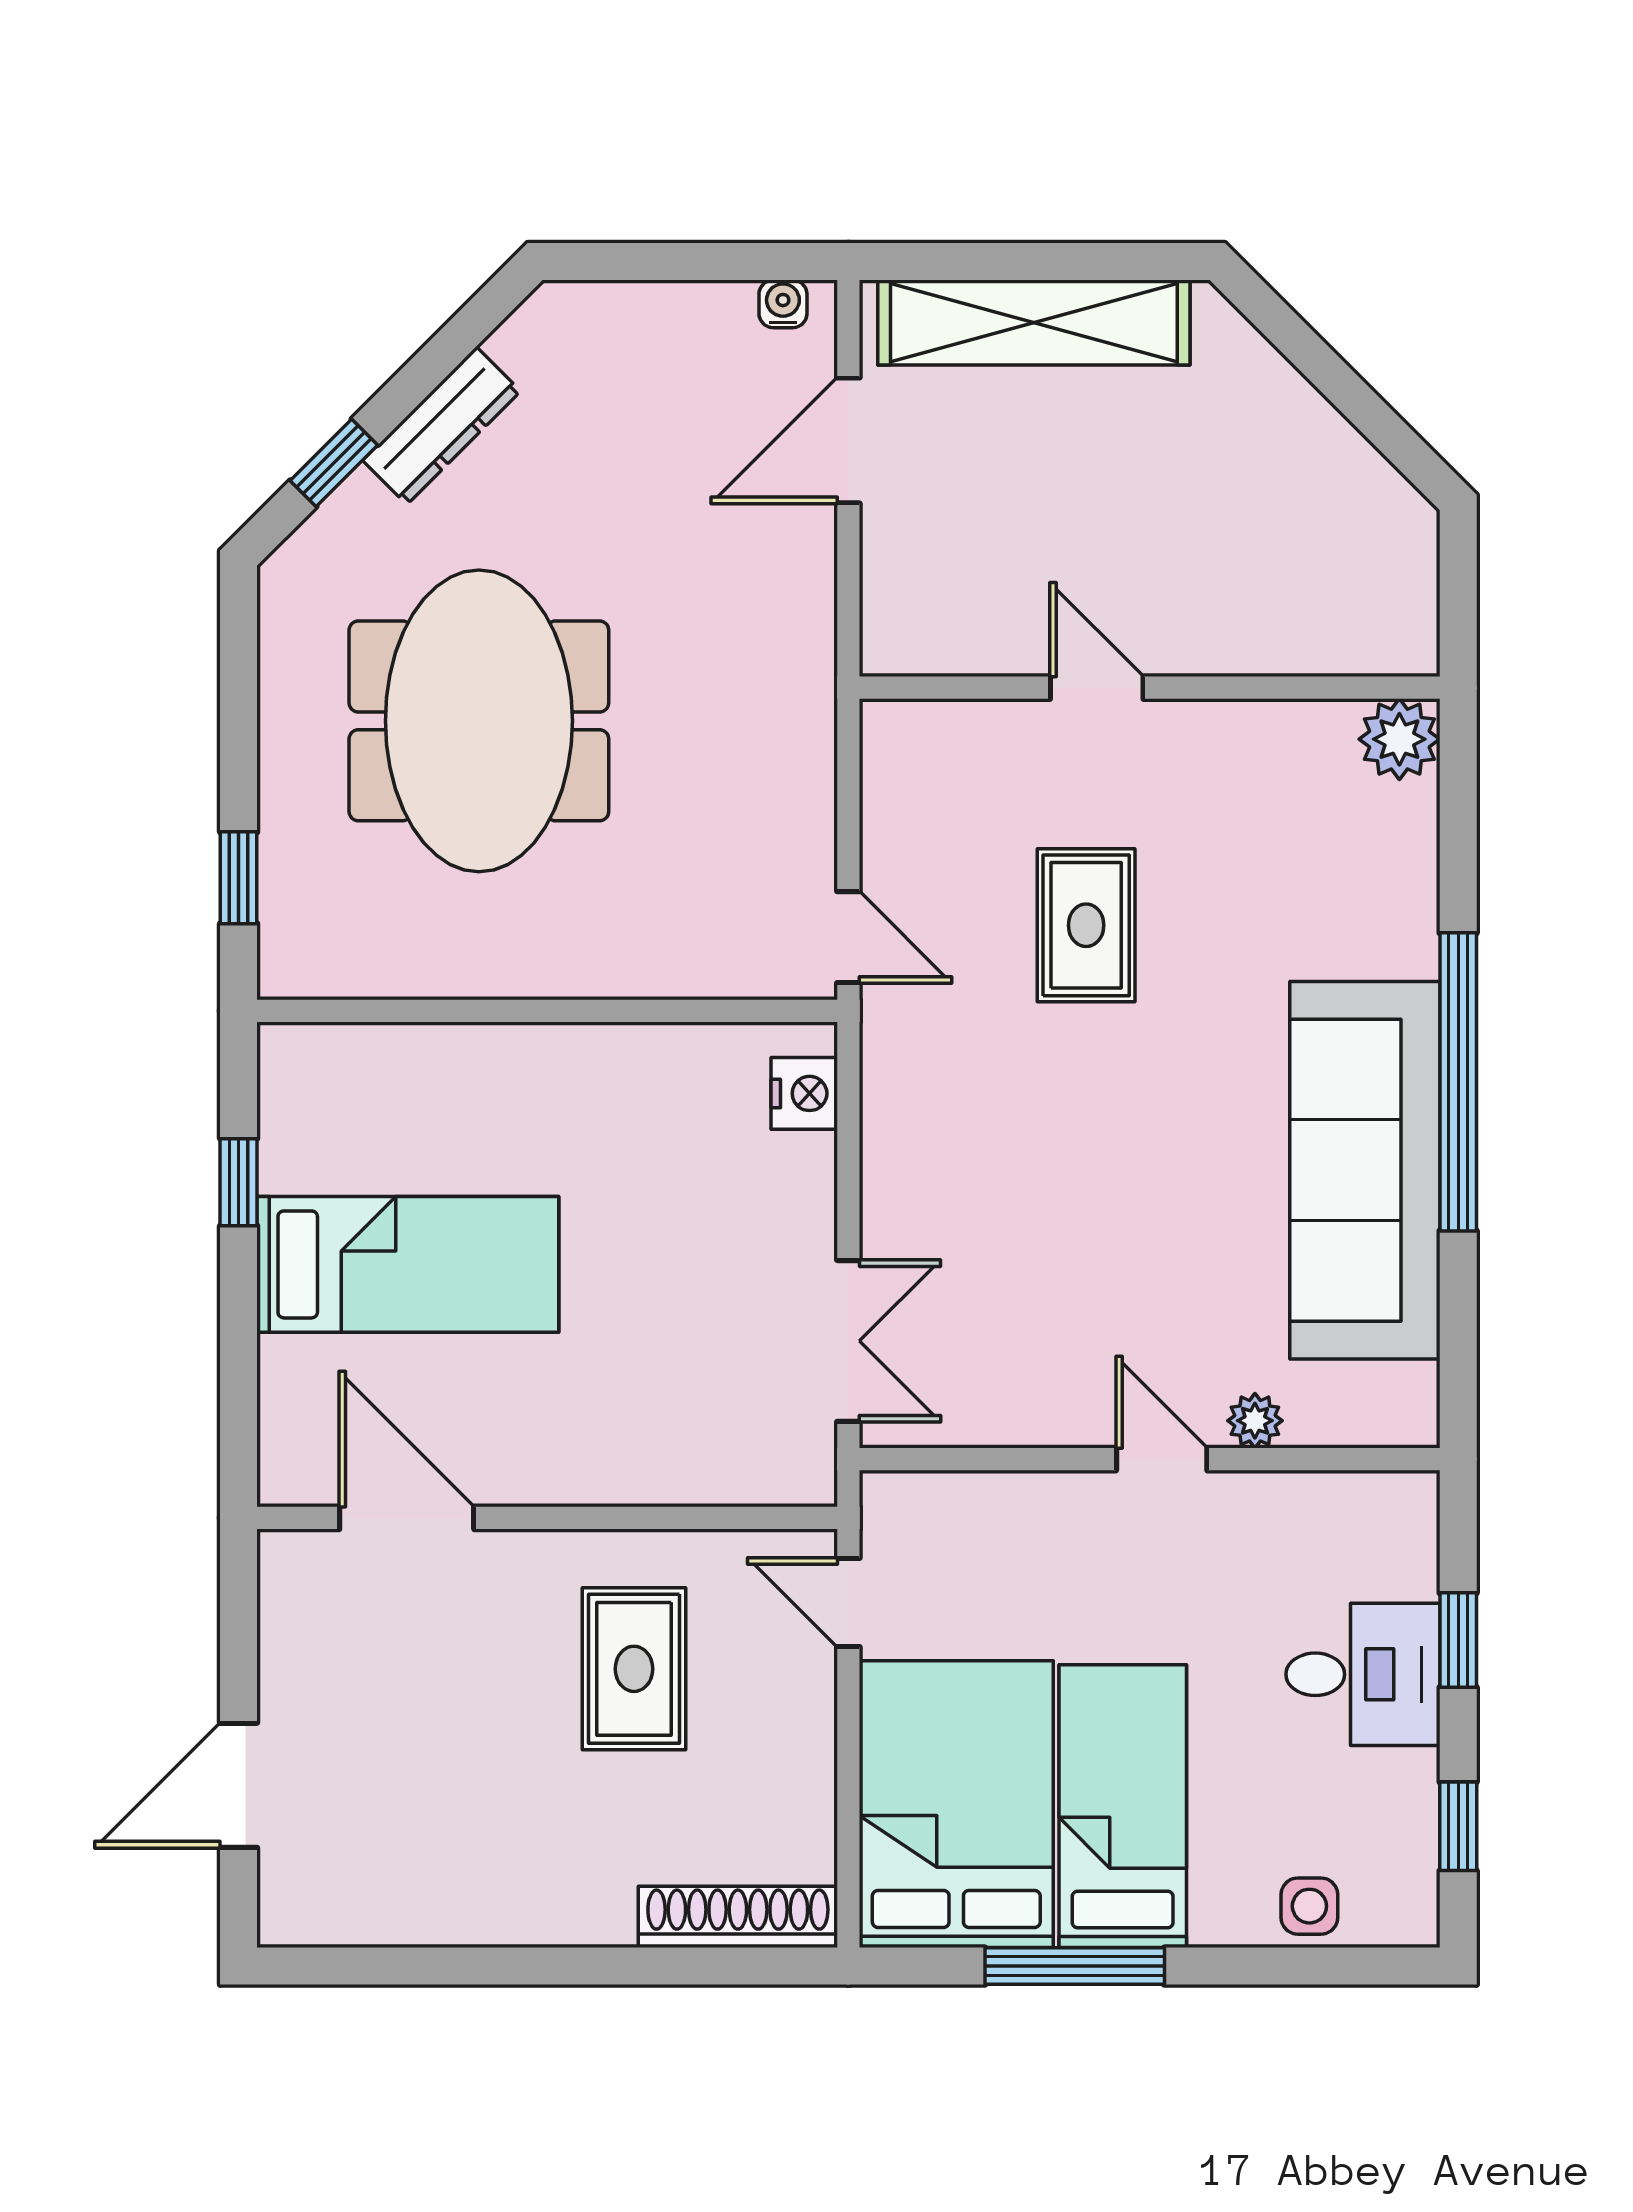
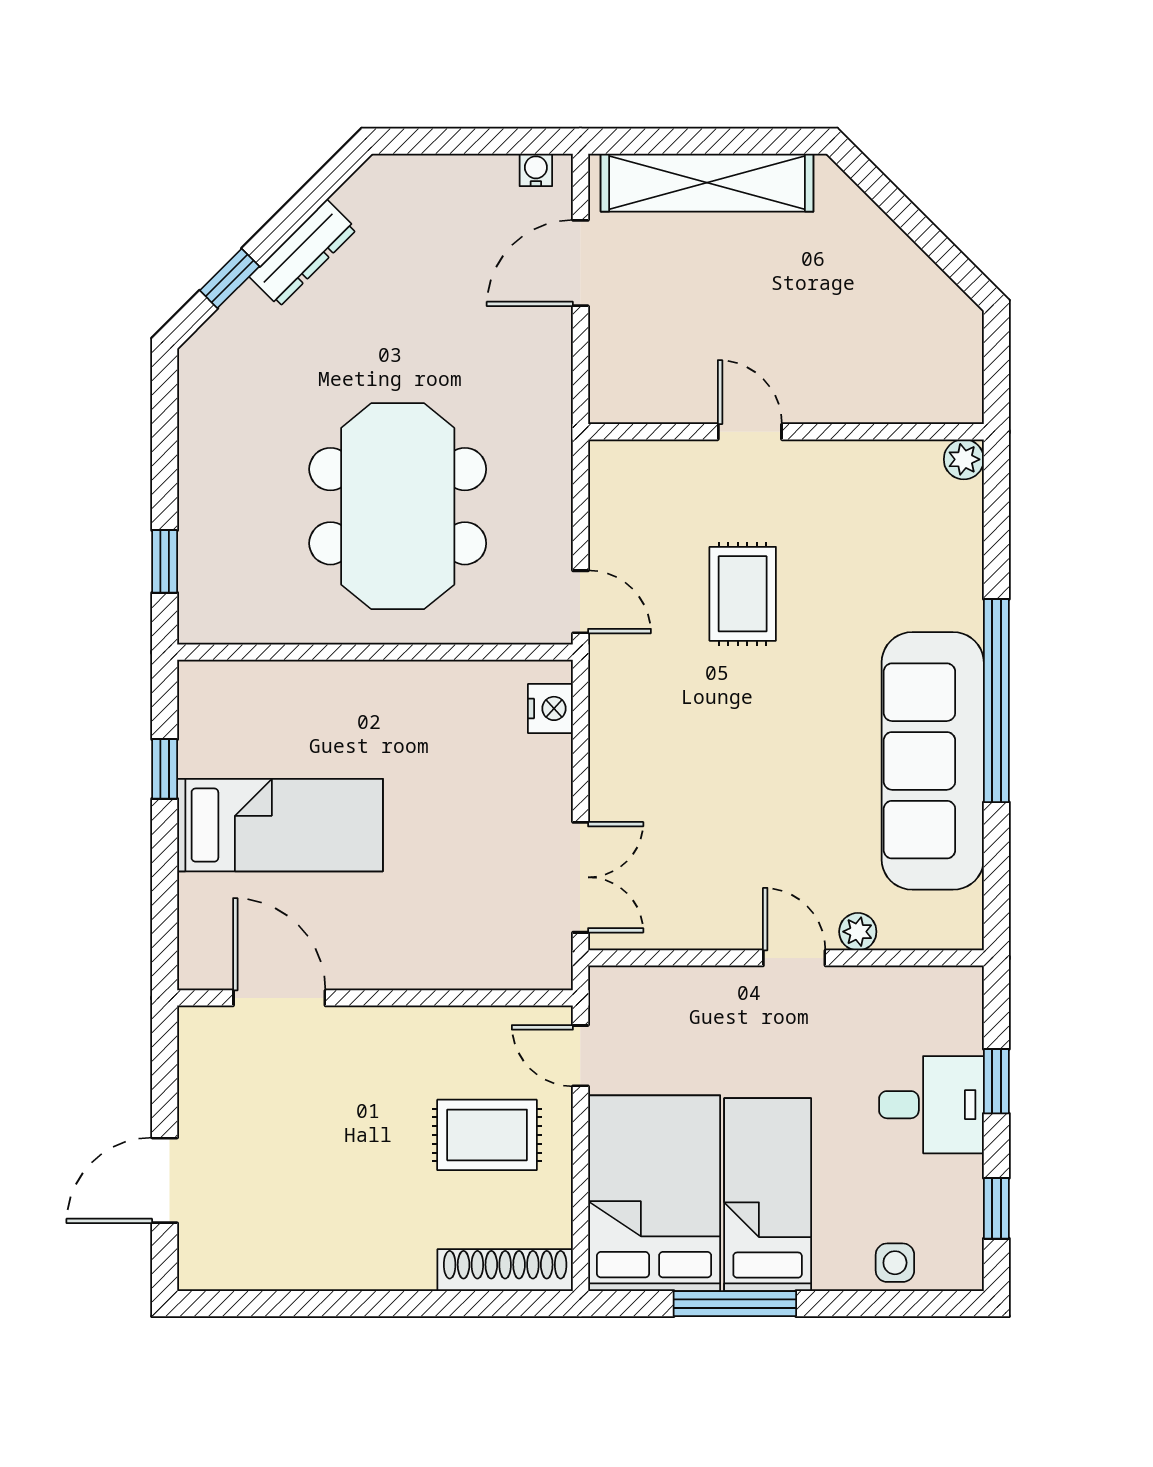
meeting table: (479, 721) -> (398, 506), moved
plant: (1399, 739) -> (964, 459), width x0.73, depth x0.73
rug: (634, 1669) -> (487, 1135), moved, turned 90

